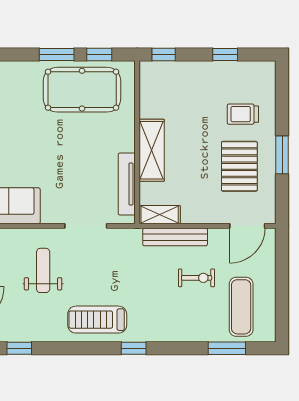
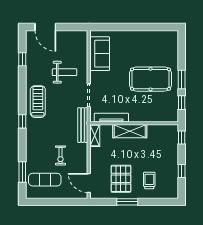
pool table: (82, 90) -> (150, 79), moved, turned 90
pallet: (239, 166) -> (121, 179), turned 90
bench: (175, 237) -> (83, 125), moved

